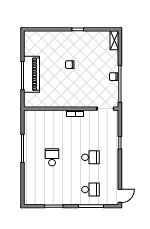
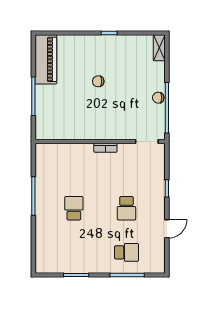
piano: (32, 74) -> (46, 59), moved
school desk: (90, 157) -> (126, 208), turned 90
door: (120, 196) -> (167, 229), moved

